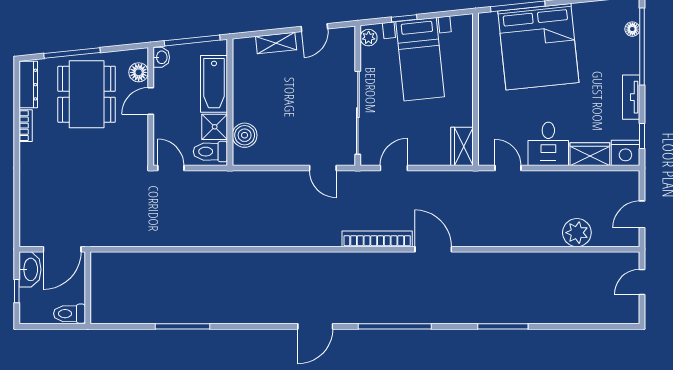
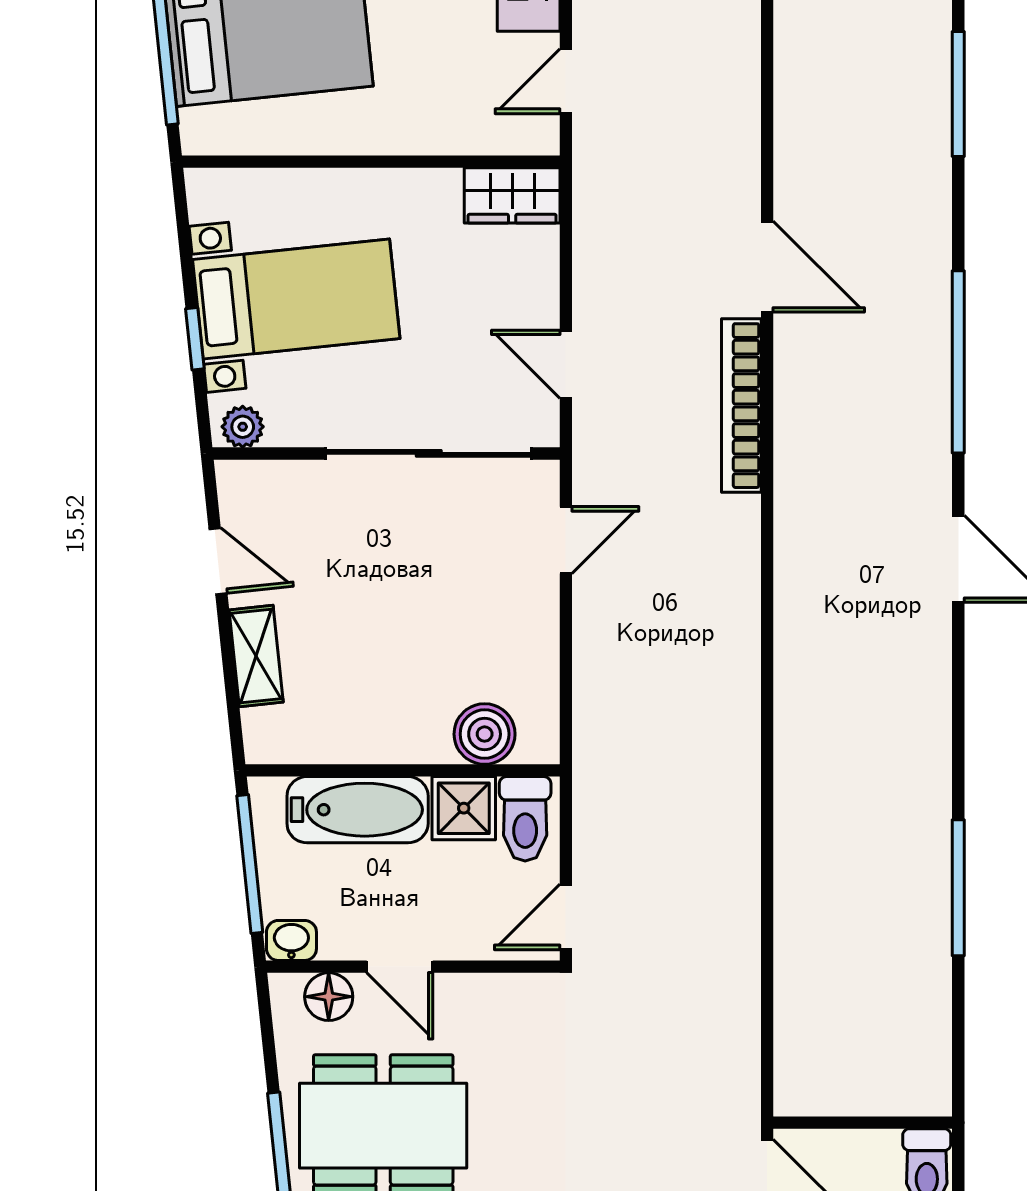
door: (433, 249) -> (767, 267), swing flipped

